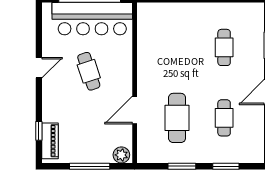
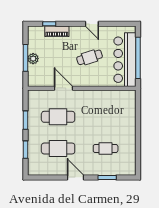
cafe table: (224, 118) -> (58, 148), width x1.37, depth x1.35
piano: (50, 141) -> (57, 31), moved
plant: (121, 155) -> (33, 59), moved

